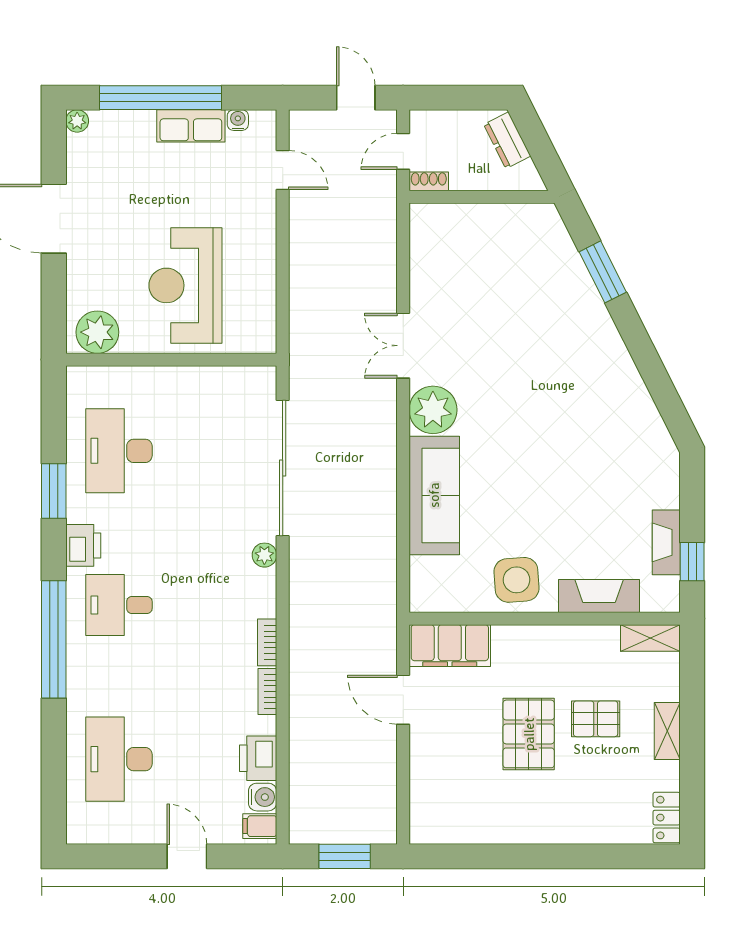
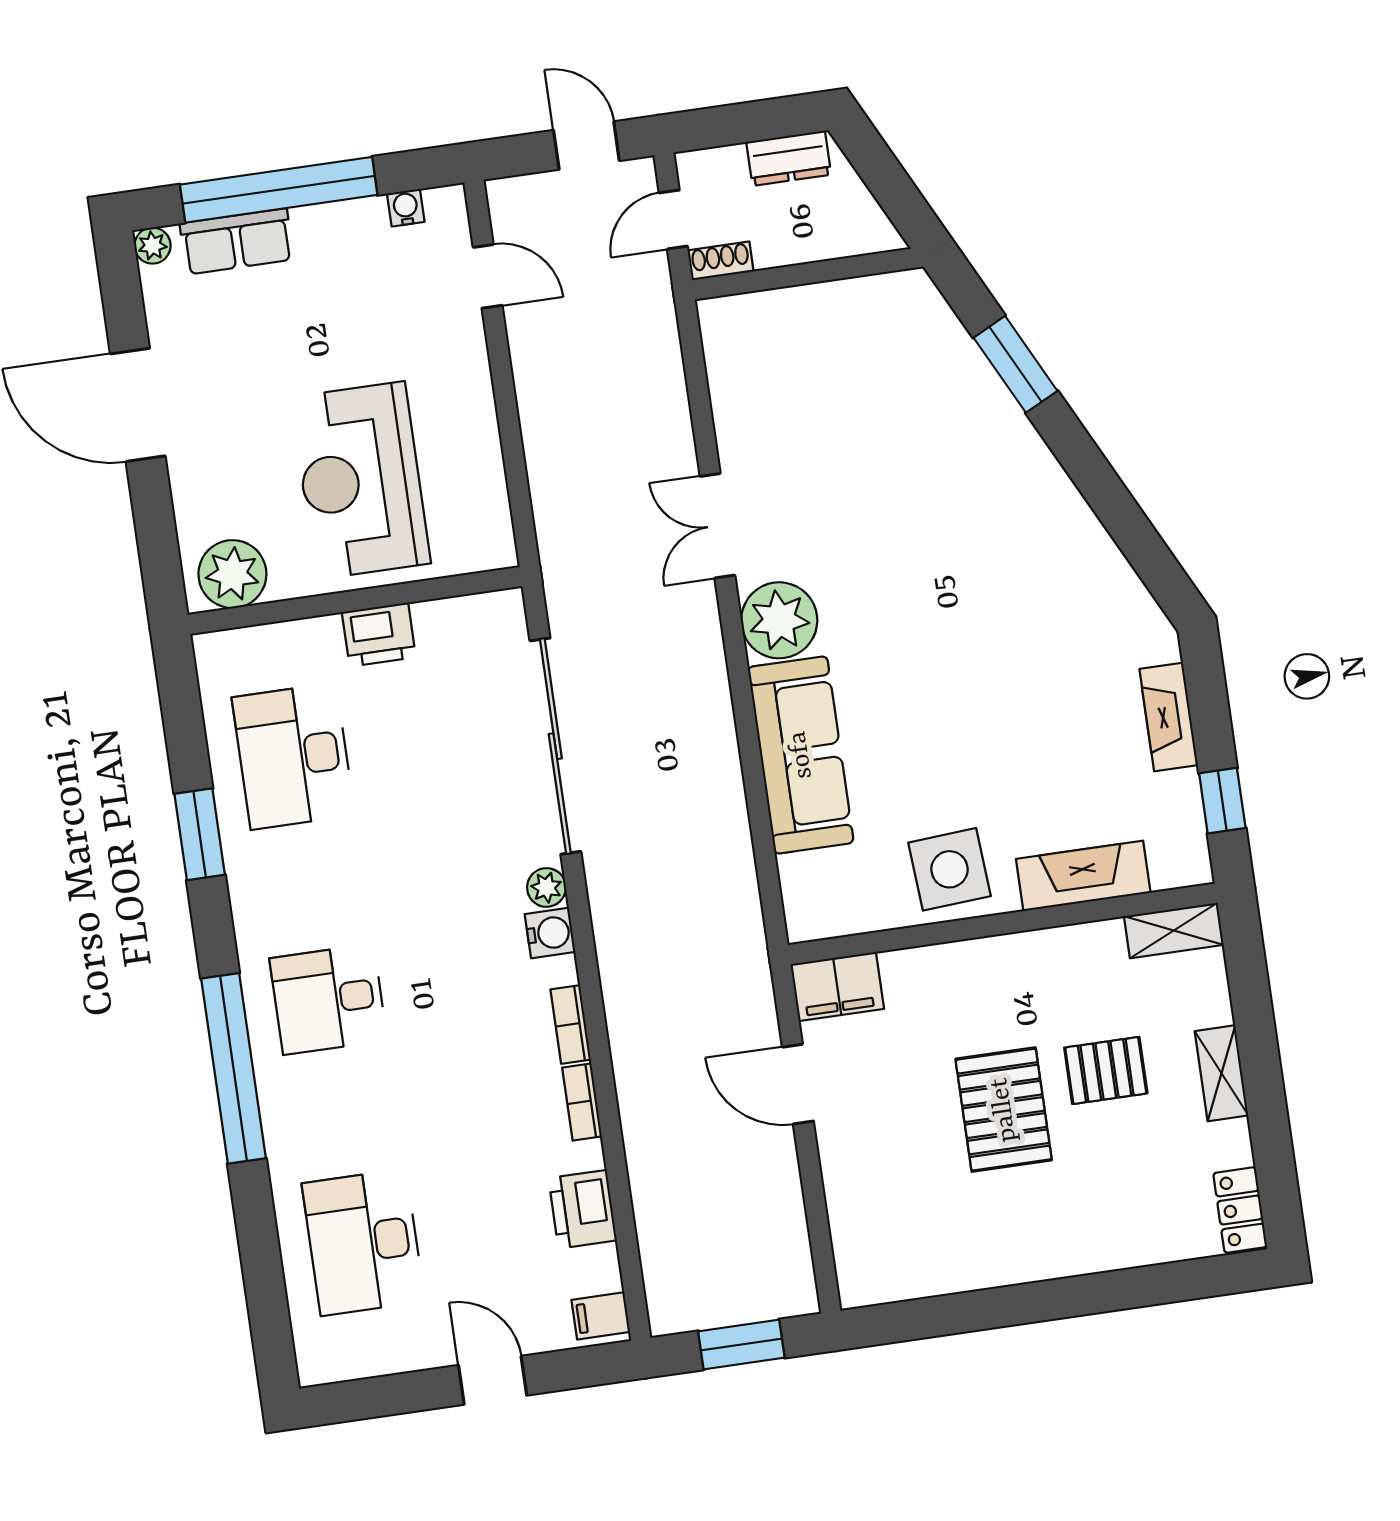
row of seats: (191, 126) -> (237, 241), moved
dresser: (507, 140) -> (789, 158), moved, turned -63
fireplace: (666, 542) -> (1169, 717), moved
printer: (83, 545) -> (379, 635), moved, turned 90
filing cabinet: (450, 646) -> (837, 987), width x0.67, depth x0.86
water cooler: (263, 797) -> (550, 933), moved

